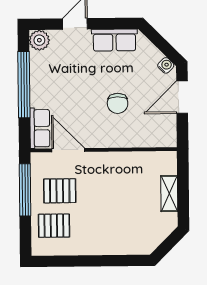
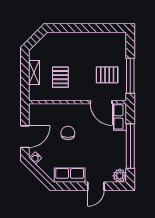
pallet: (54, 226) -> (60, 77), moved, turned 90

